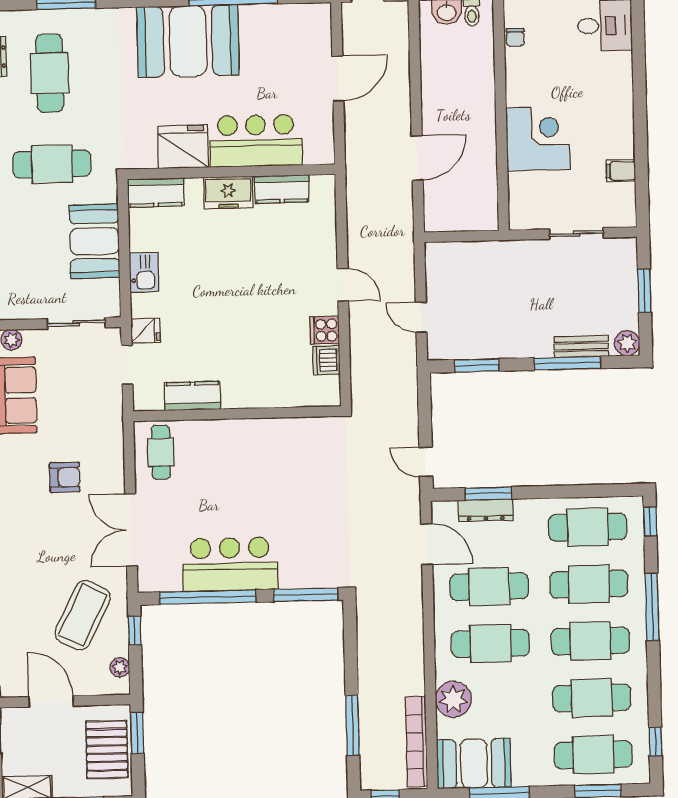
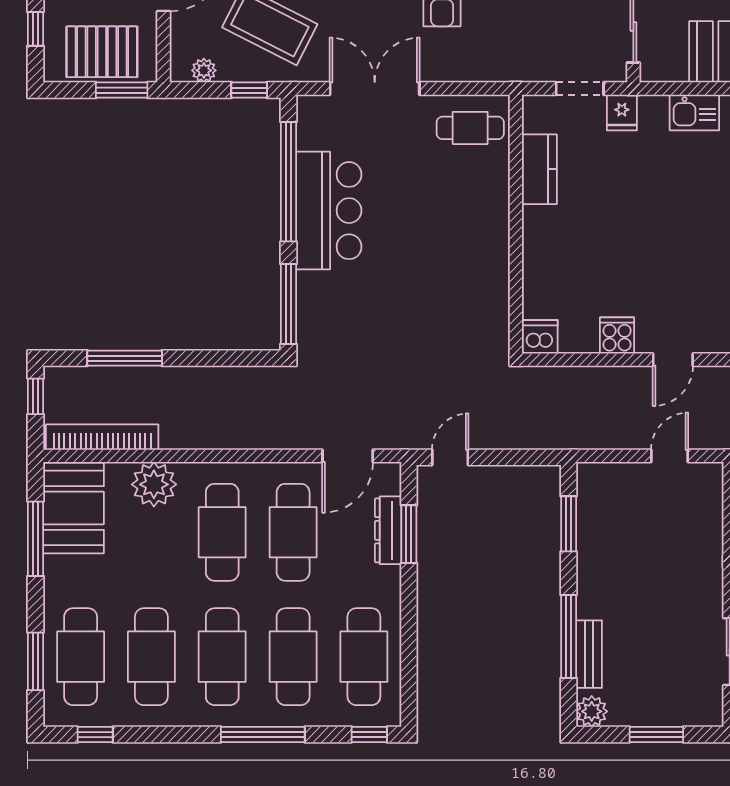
door: (421, 317) -> (670, 456), moved
dishwasher: (326, 360) -> (540, 337), moved

